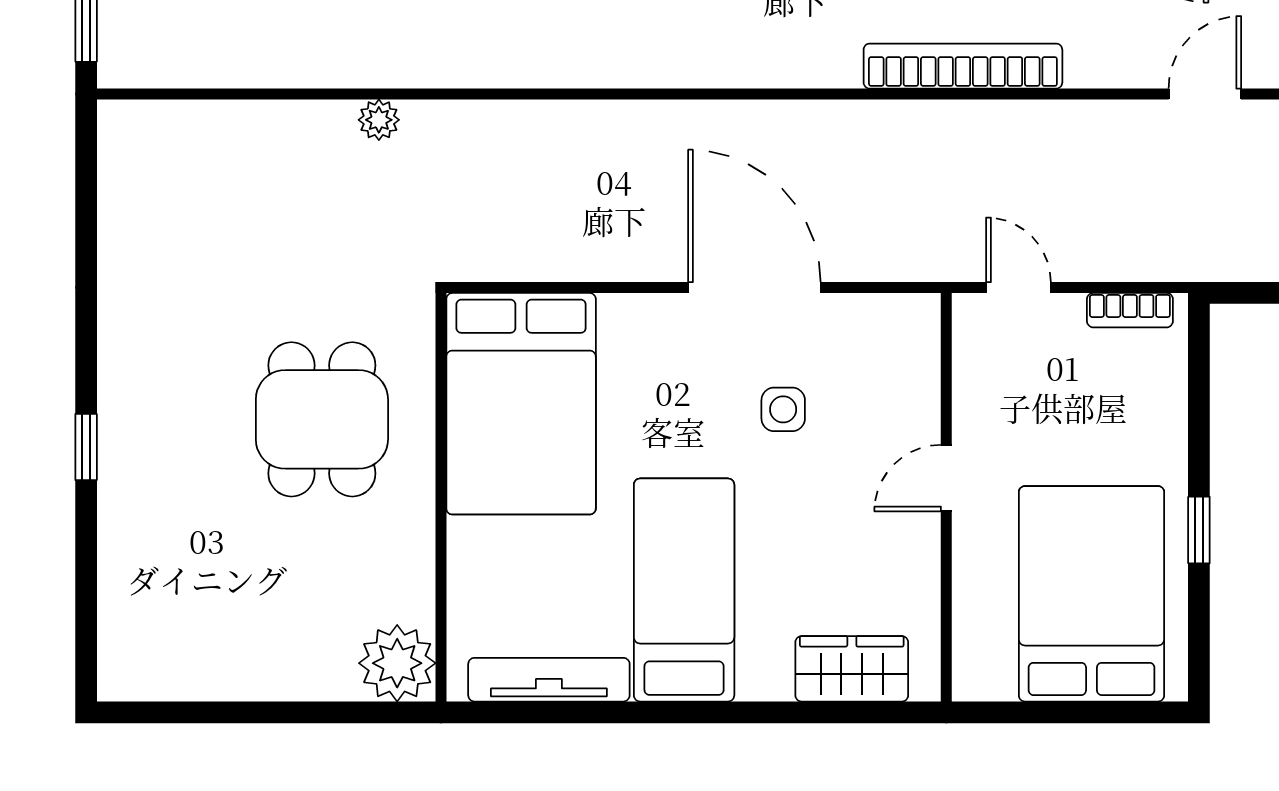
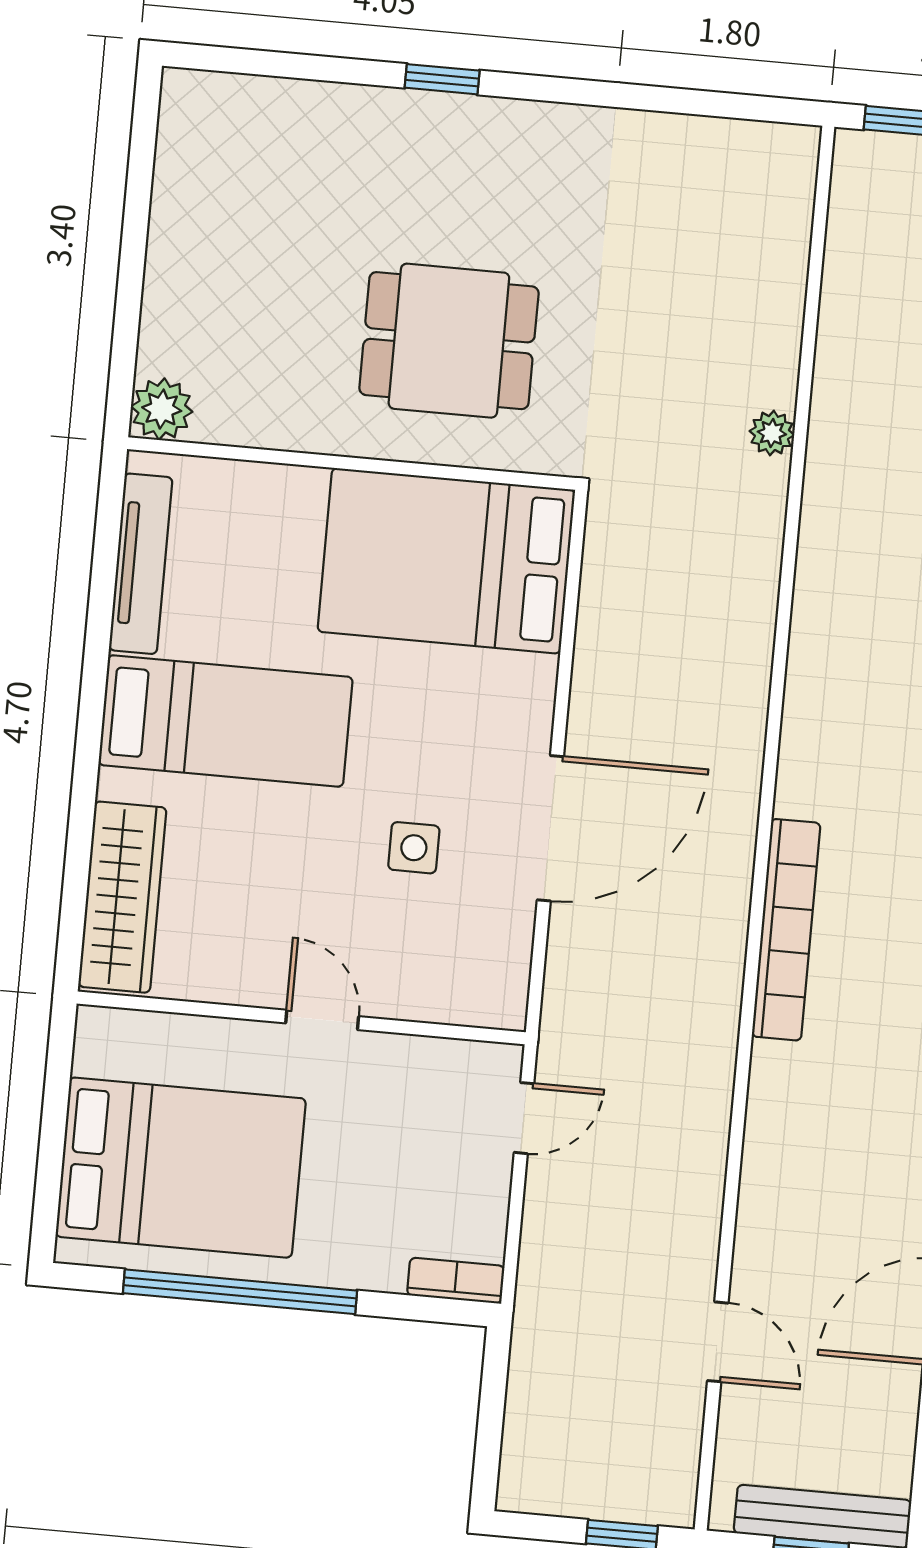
bookcase: (963, 66) -> (786, 930), moved
bookcase: (1130, 310) -> (456, 1281), moved, turned 90
window: (1199, 530) -> (240, 1292), width x3.17
plant: (397, 663) -> (162, 409), width x0.73, depth x0.73
wardrobe: (852, 669) -> (122, 897), width x1.50

